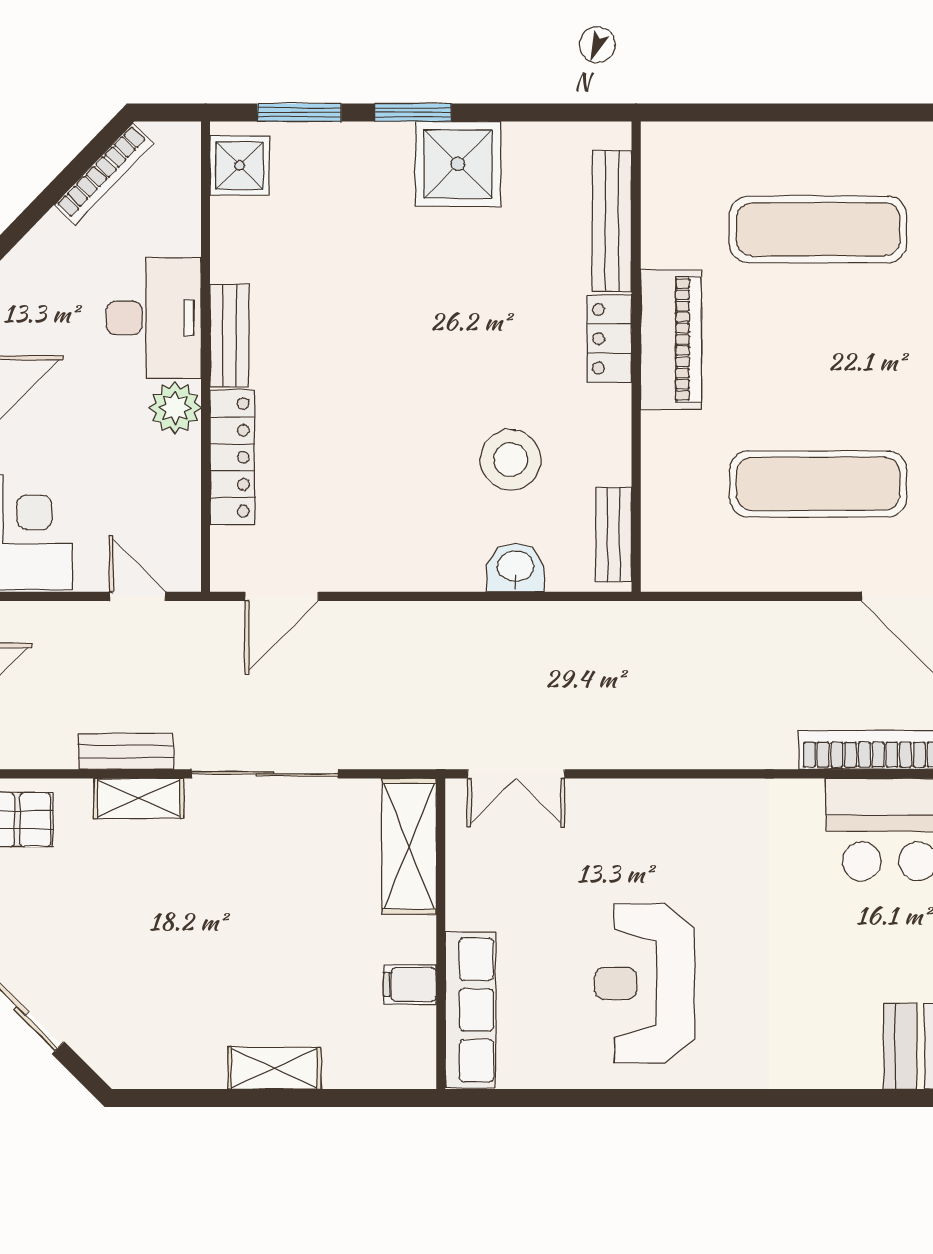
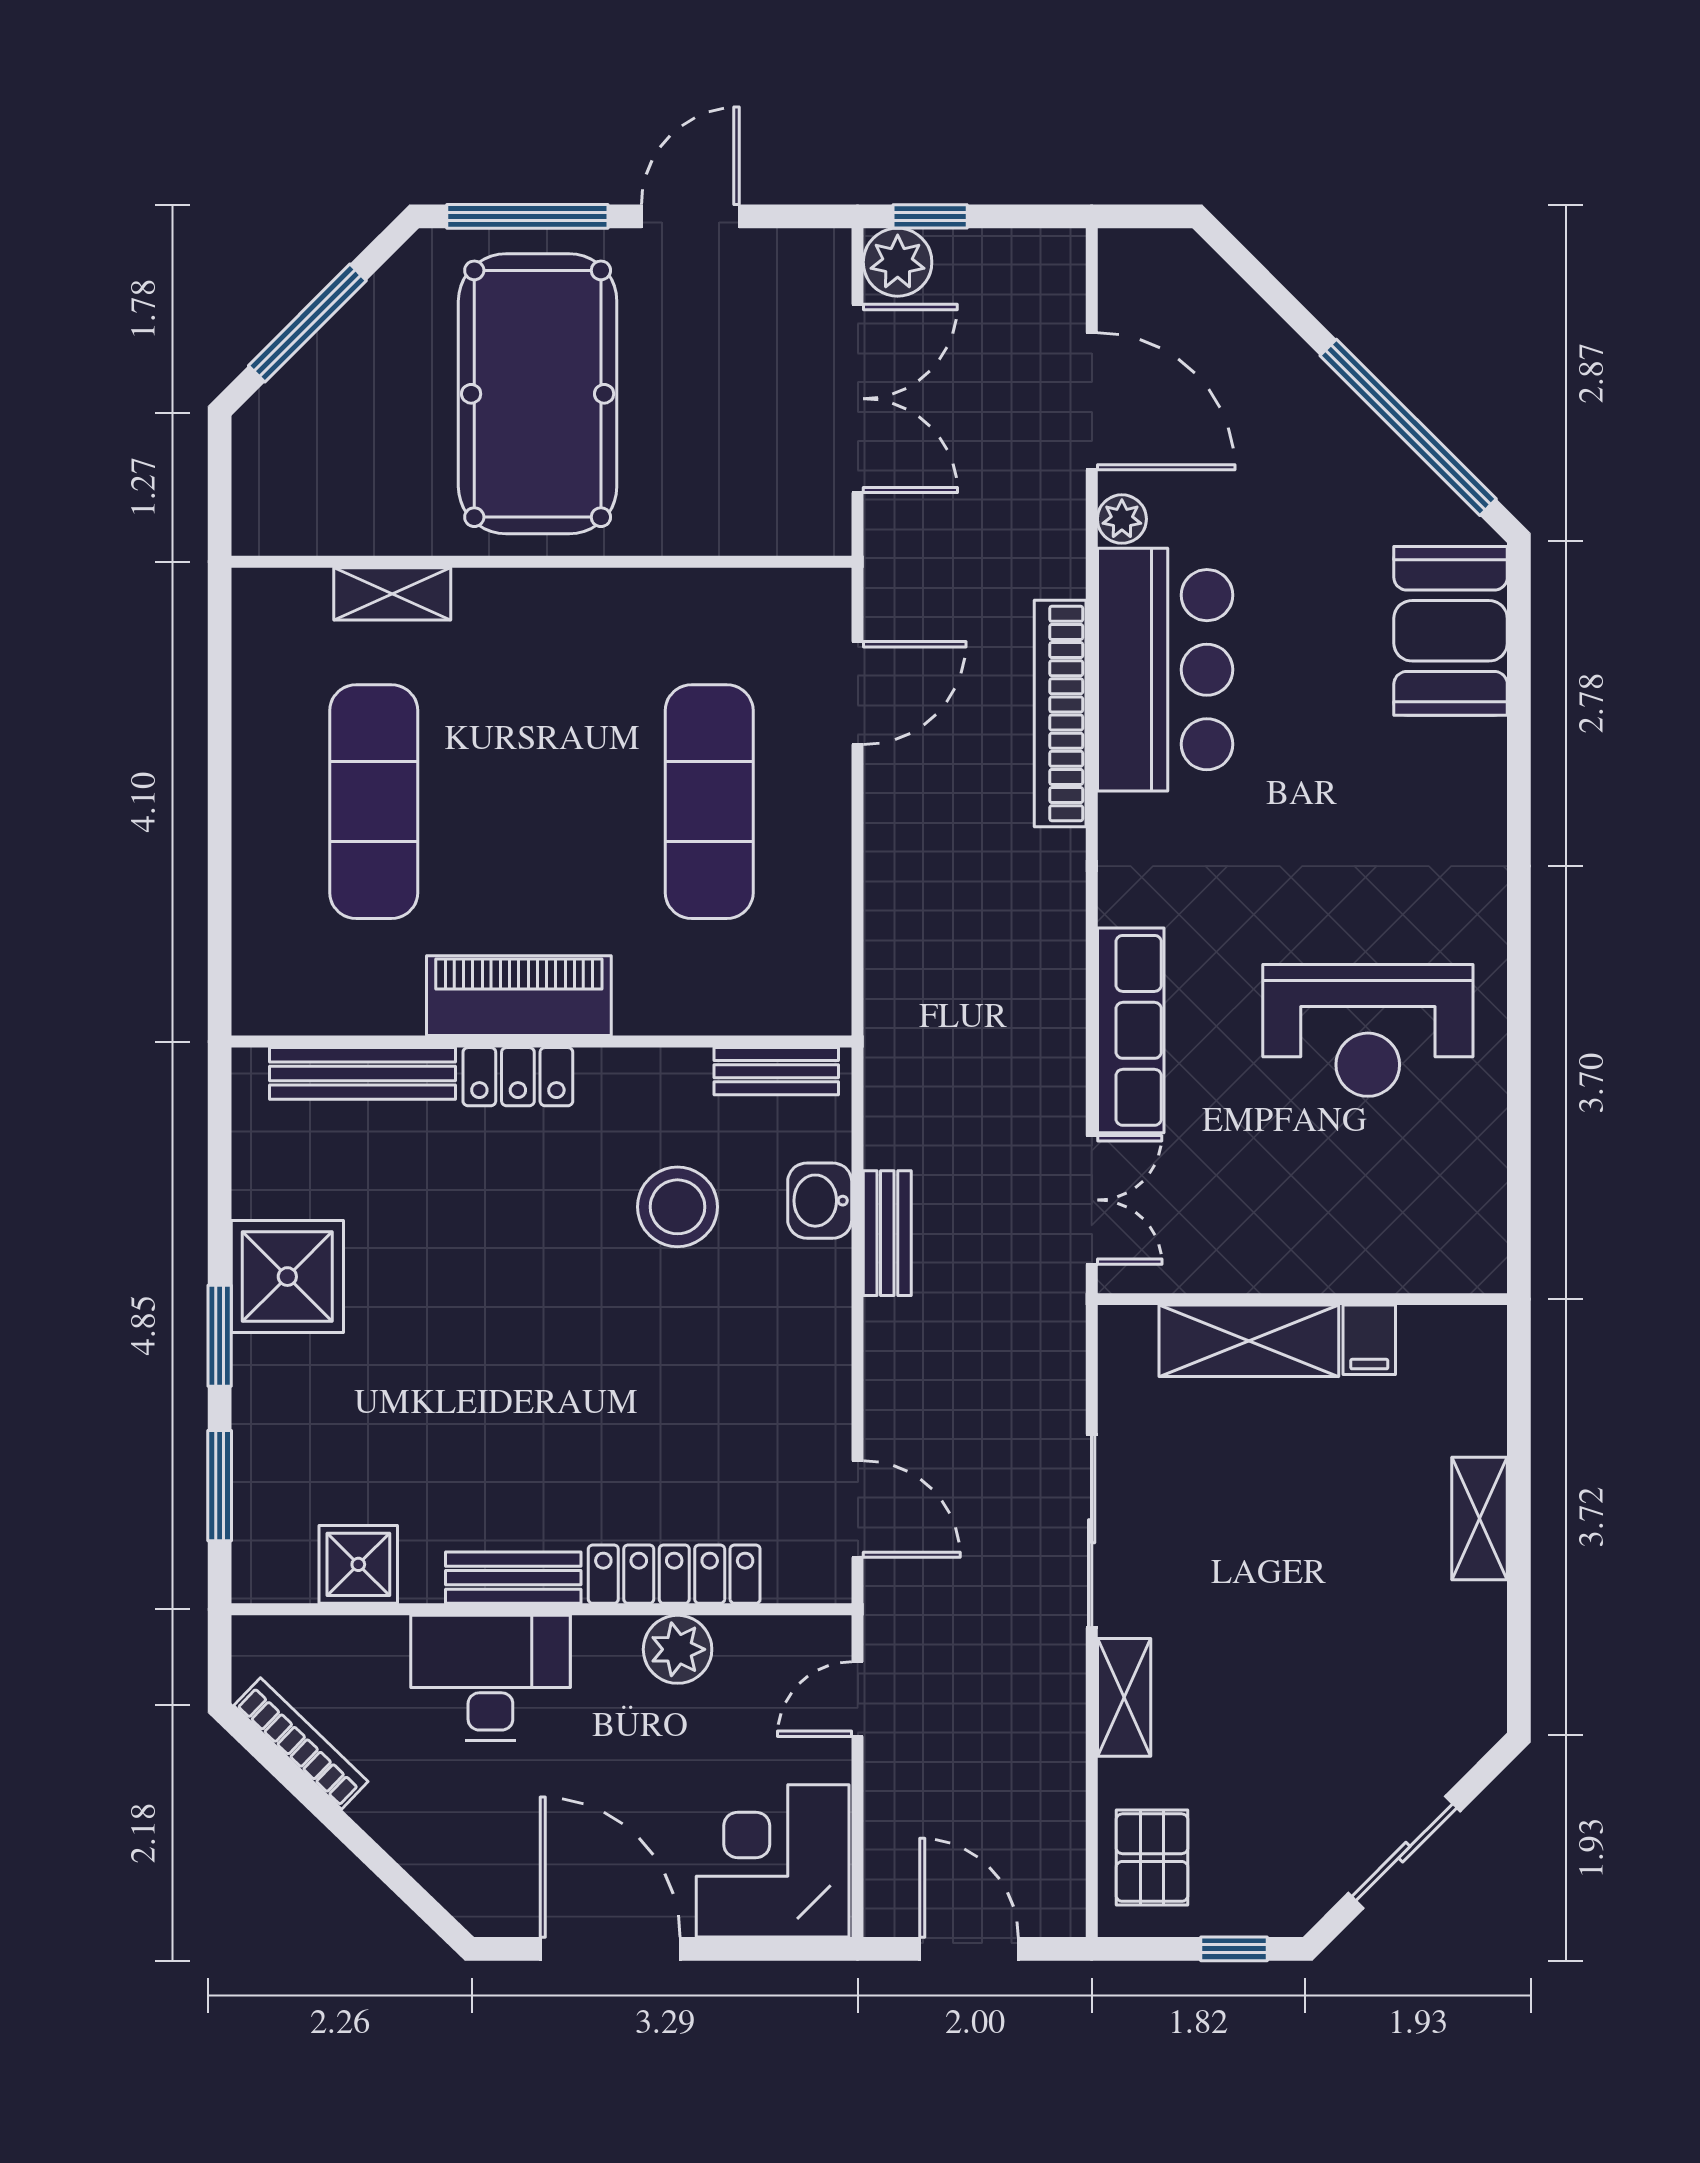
shower: (240, 166) -> (358, 1564), moved
plant: (175, 408) -> (678, 1649), moved
bench: (126, 751) -> (887, 1233), moved
shelving: (409, 846) -> (1249, 1341), moved
row of seats: (470, 1010) -> (1131, 1030), moved, turned 90

